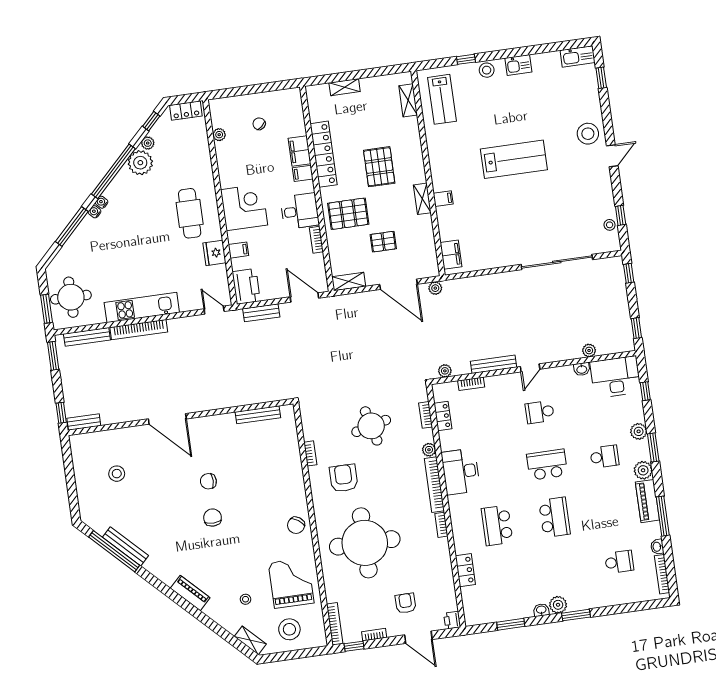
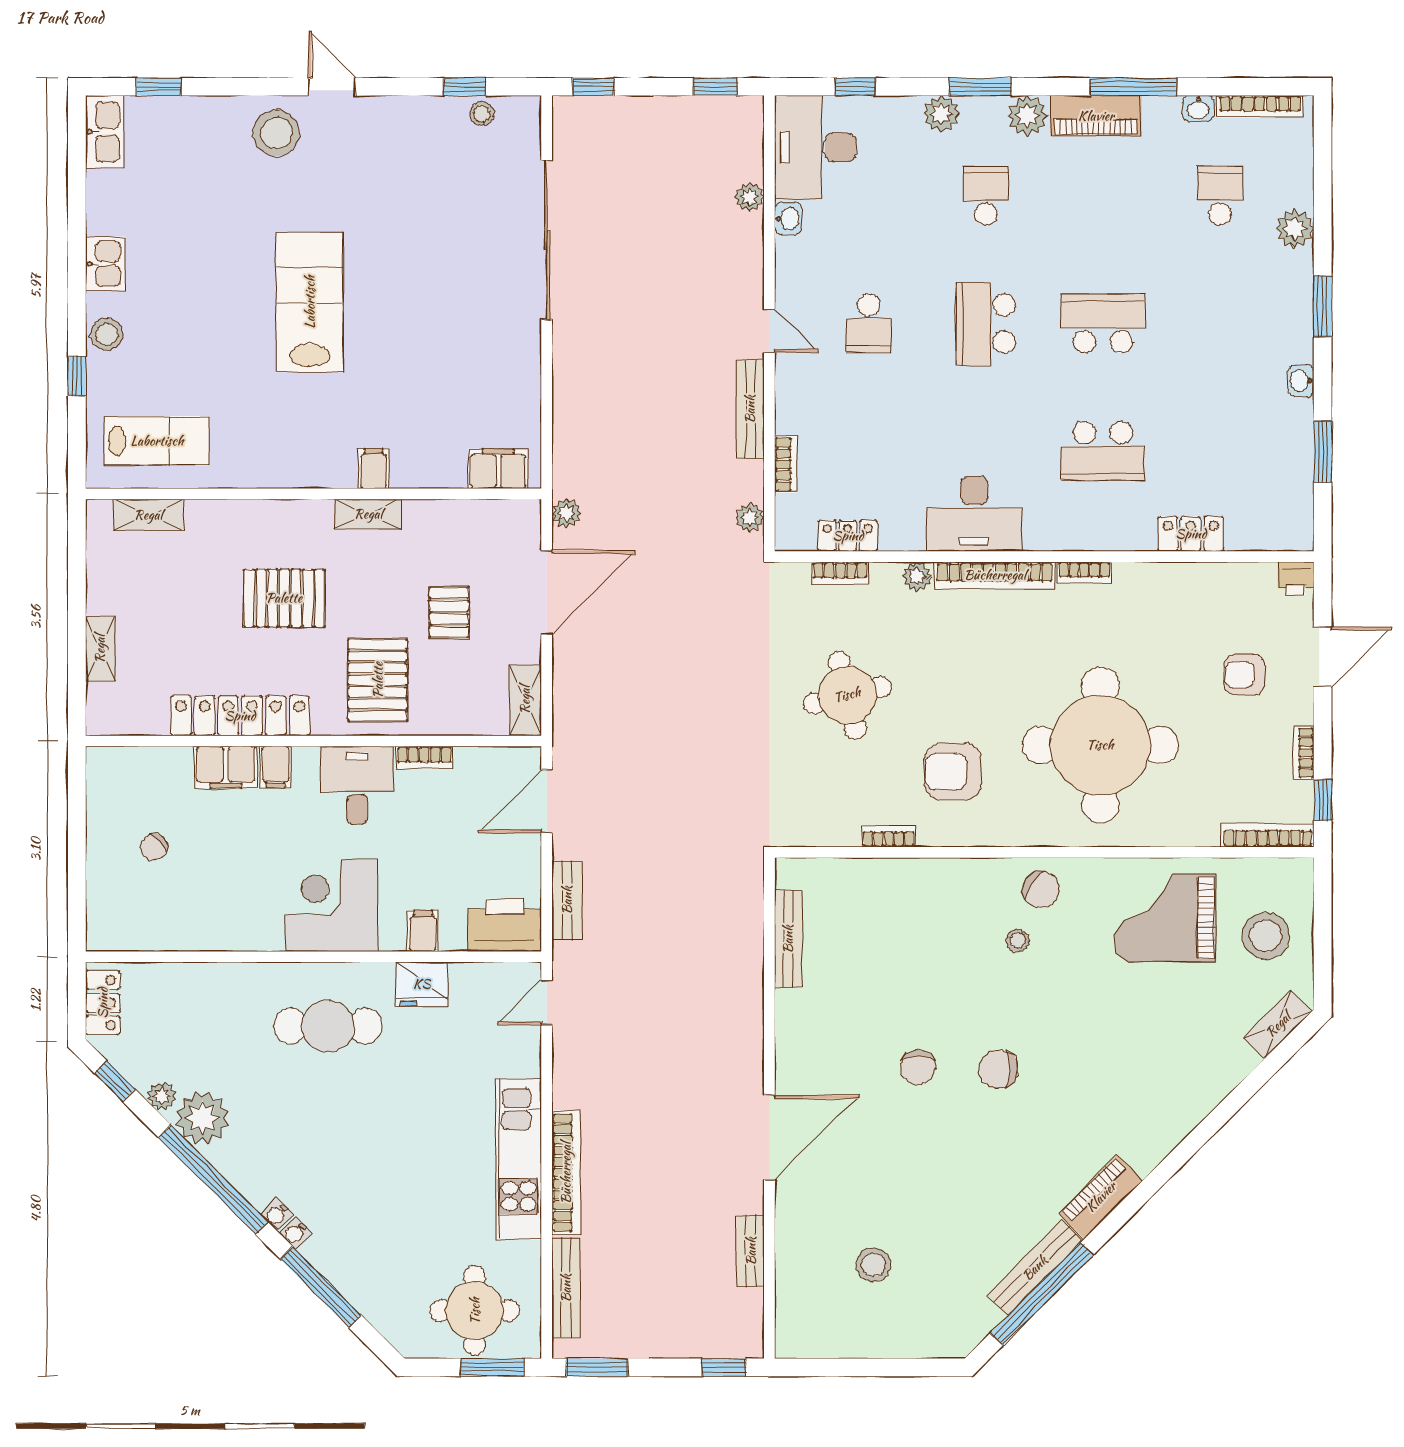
plant: (219, 135) -> (165, 937), removed
bench: (84, 422) -> (751, 1251), moved
piano: (190, 593) -> (1101, 1197), moved
stool: (245, 599) -> (1018, 941), moved
plant: (558, 605) -> (1295, 229), moved

